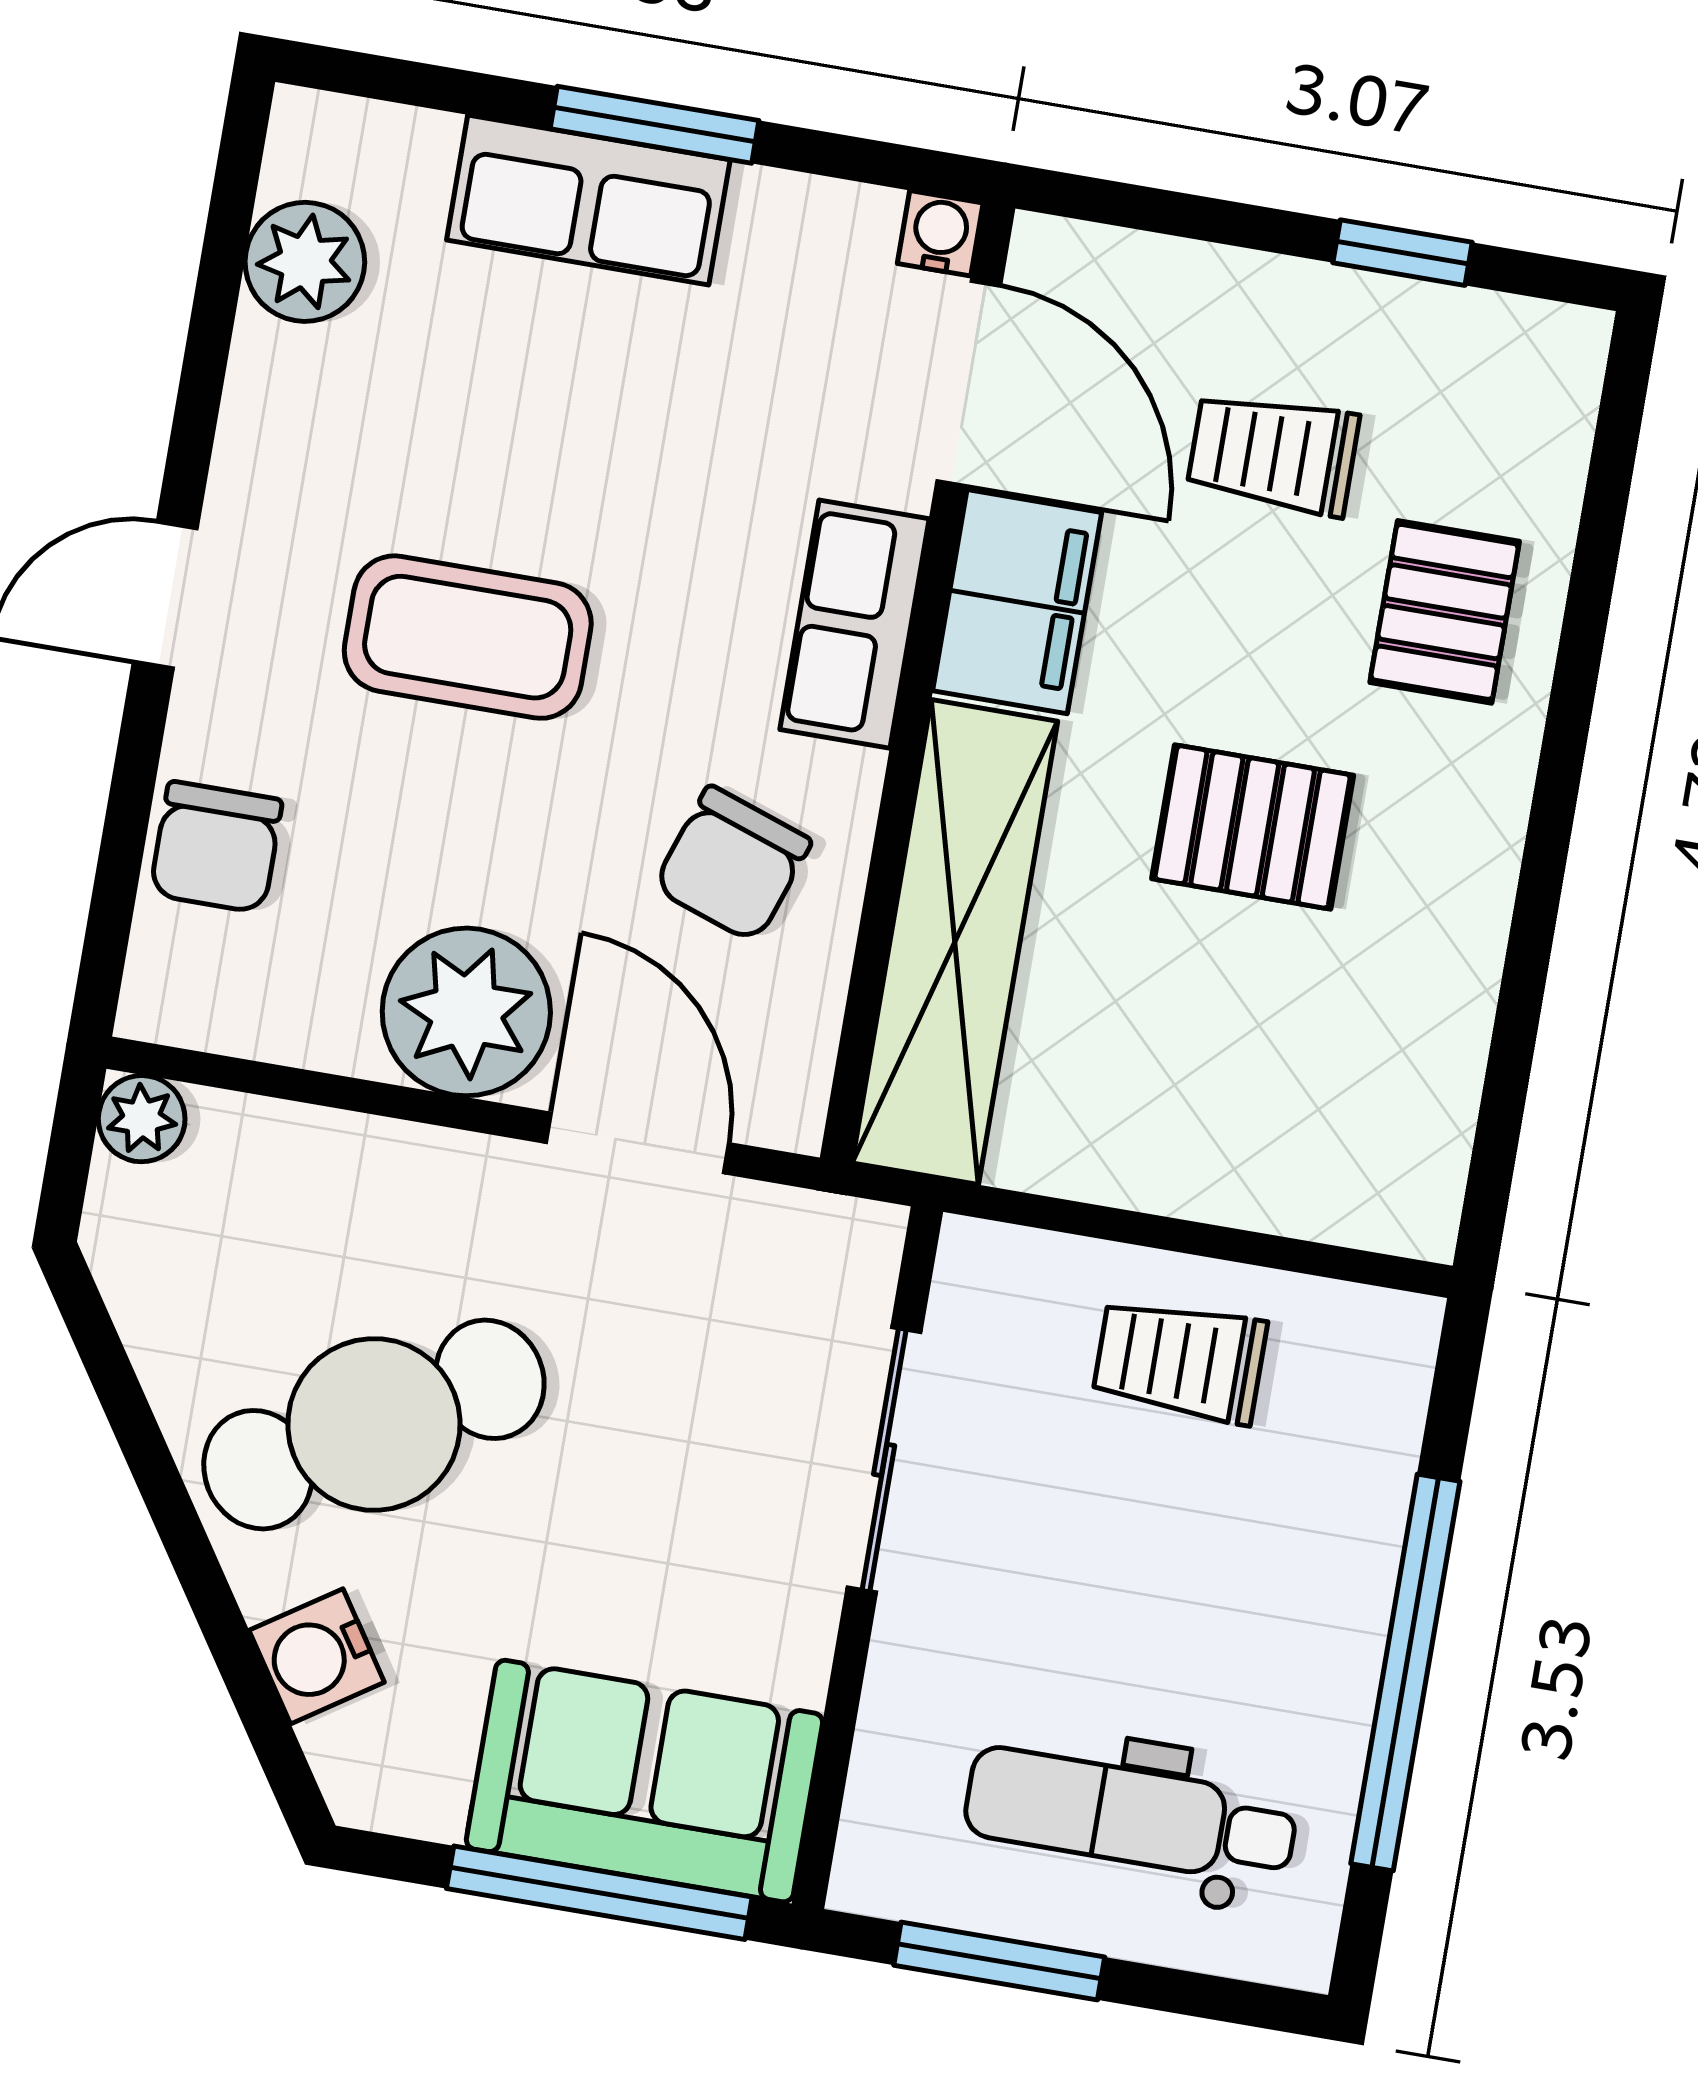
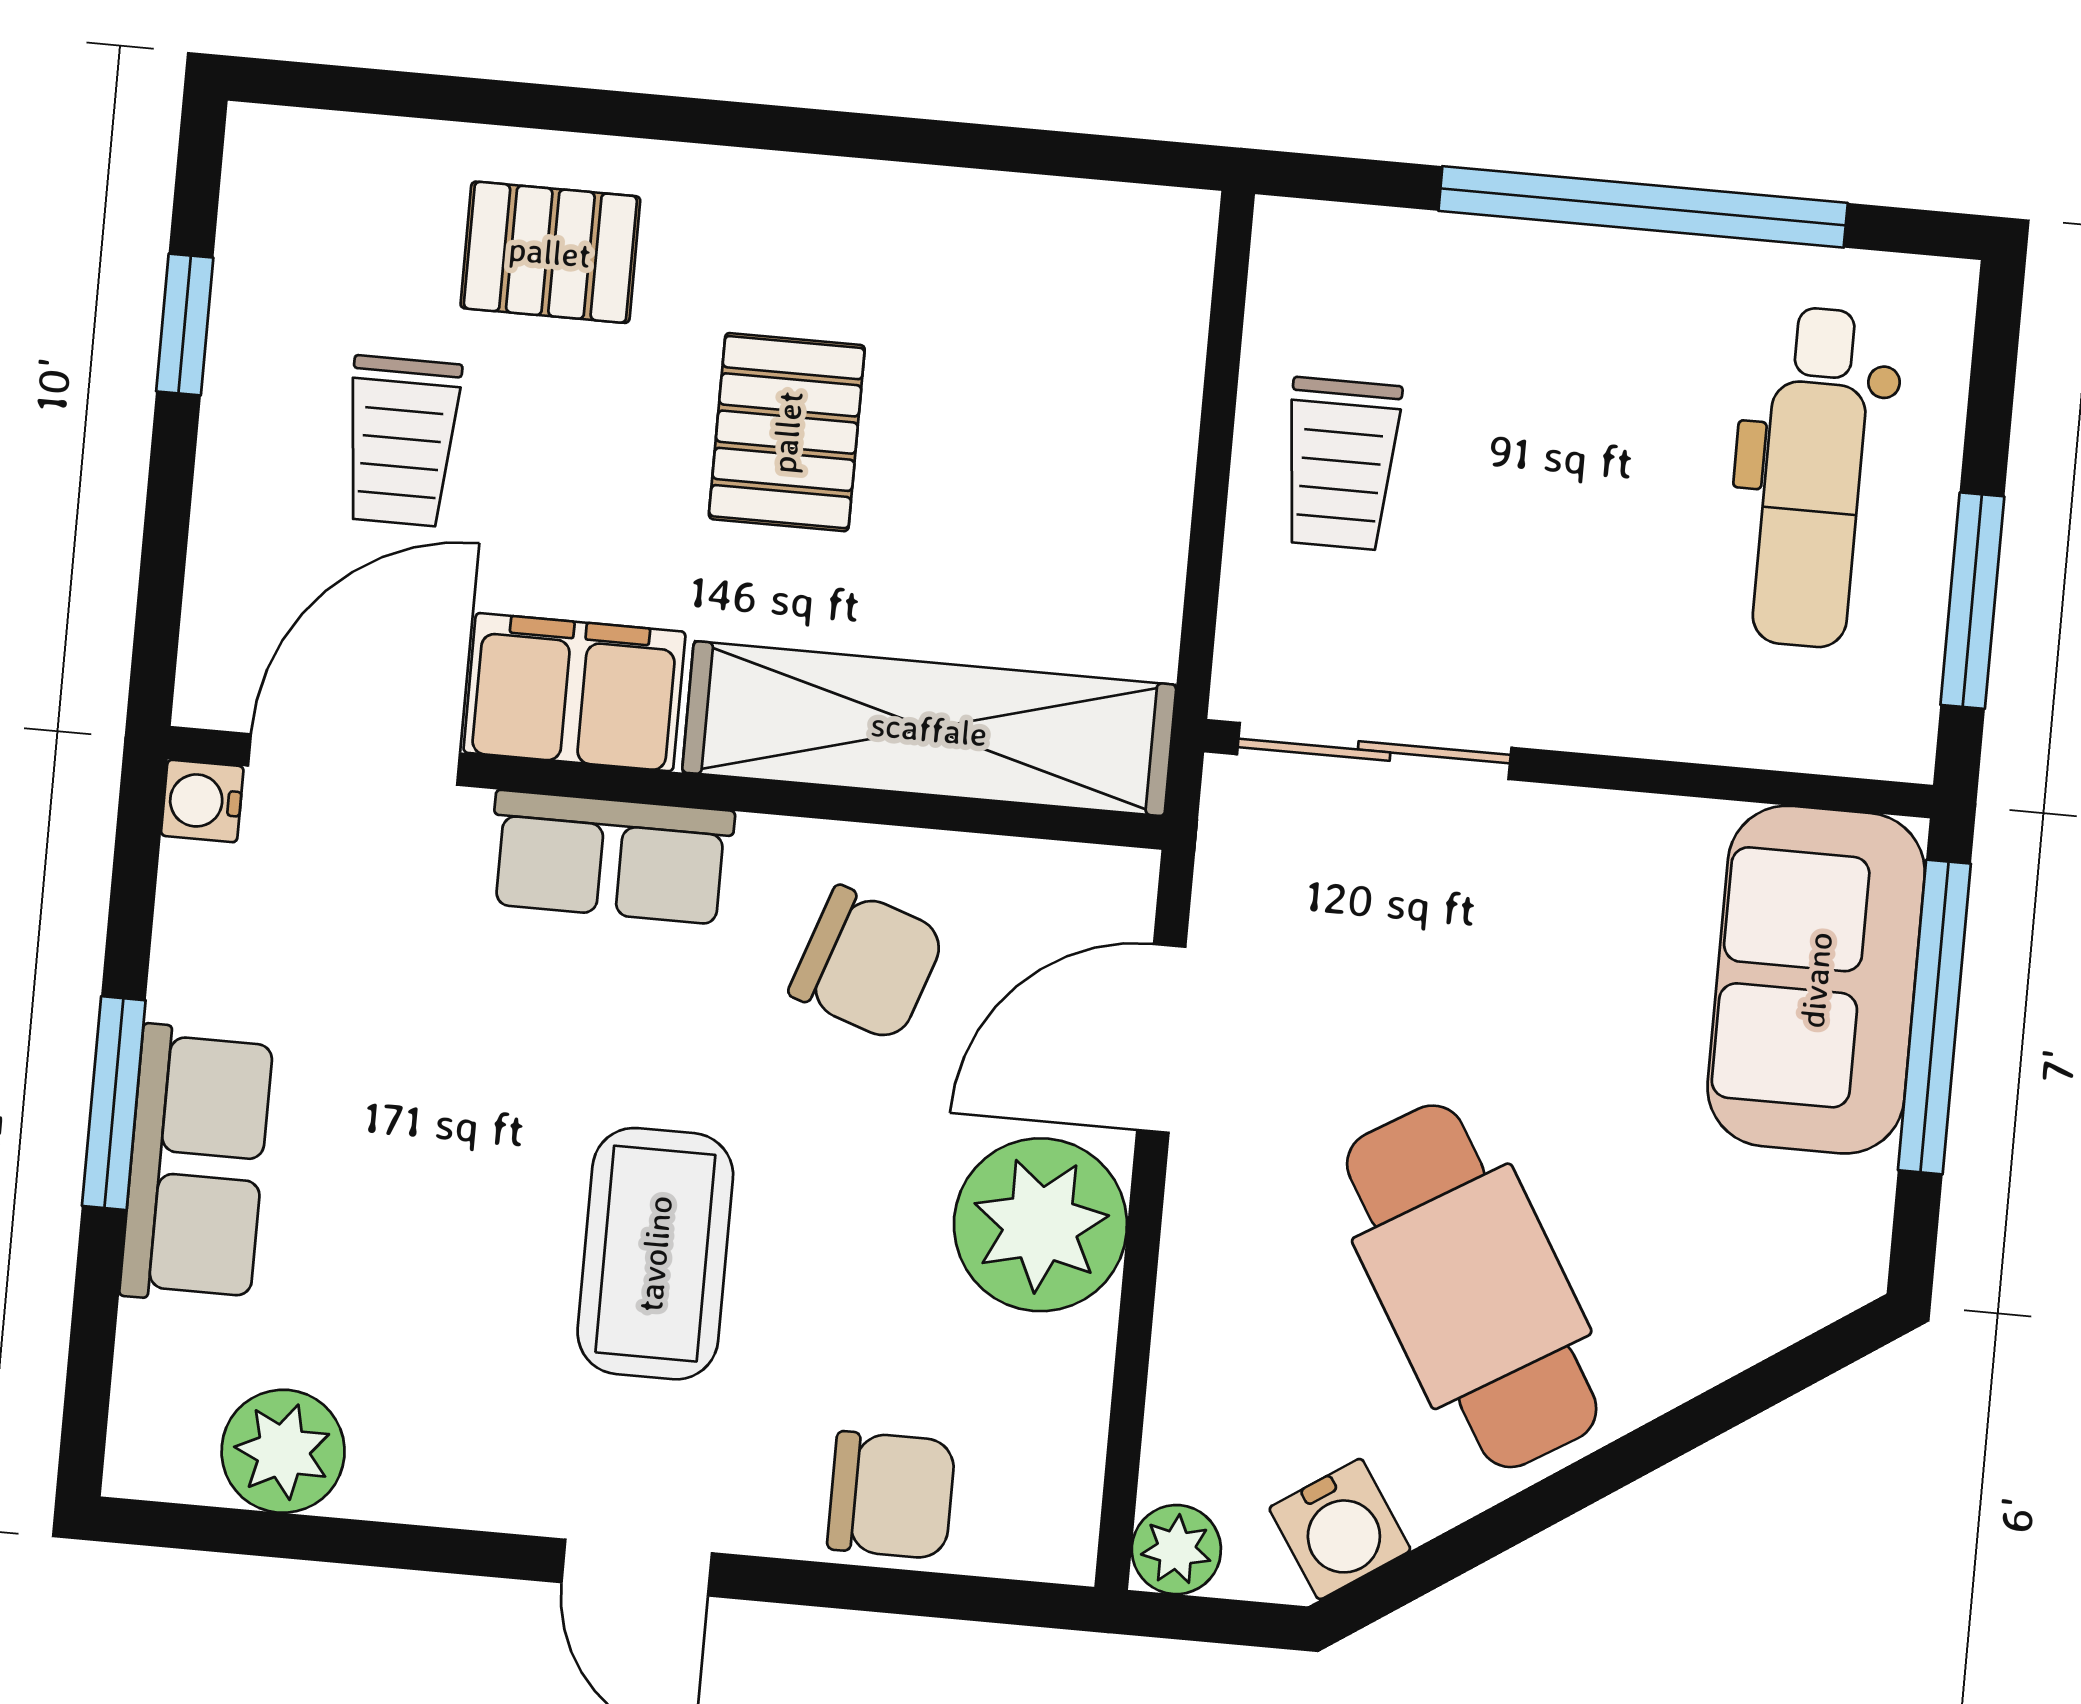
sliding door: (884, 1460) -> (1374, 751), moved
water cooler: (317, 1656) -> (1340, 1529), moved

